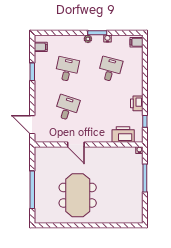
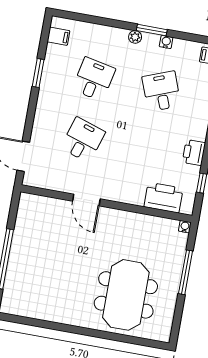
desk: (110, 69) -> (162, 91), turned -36
meeting table: (78, 195) -> (126, 295), moved

